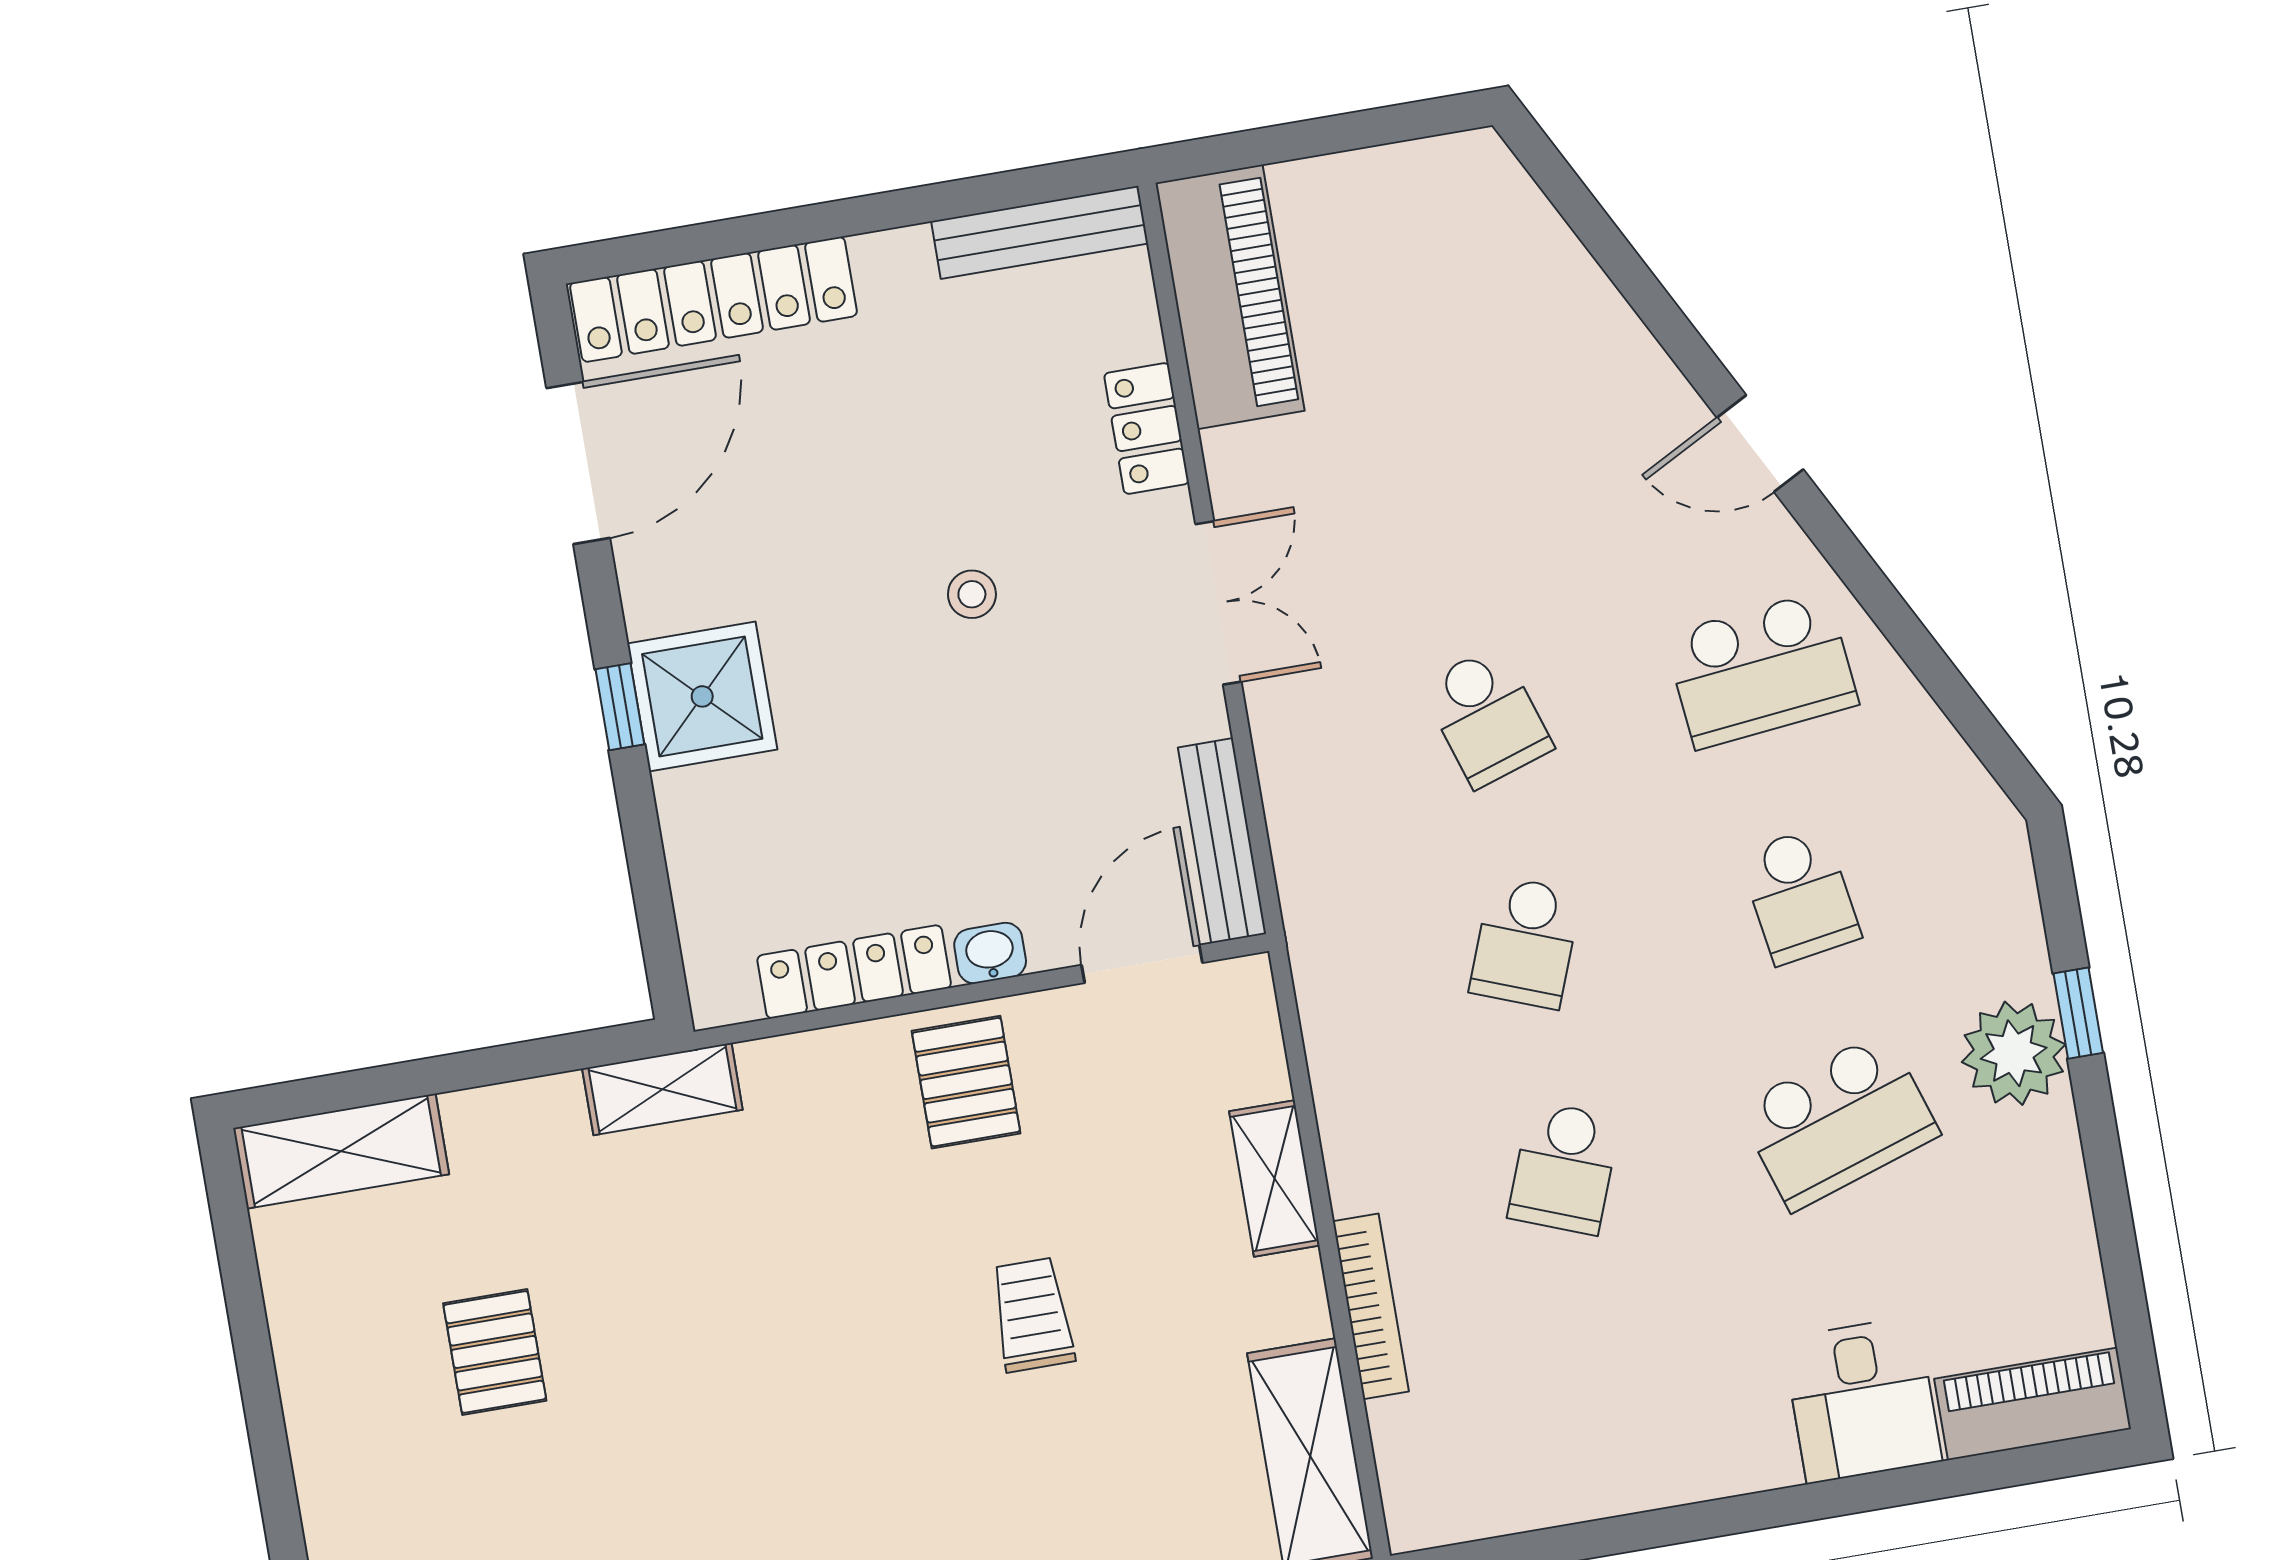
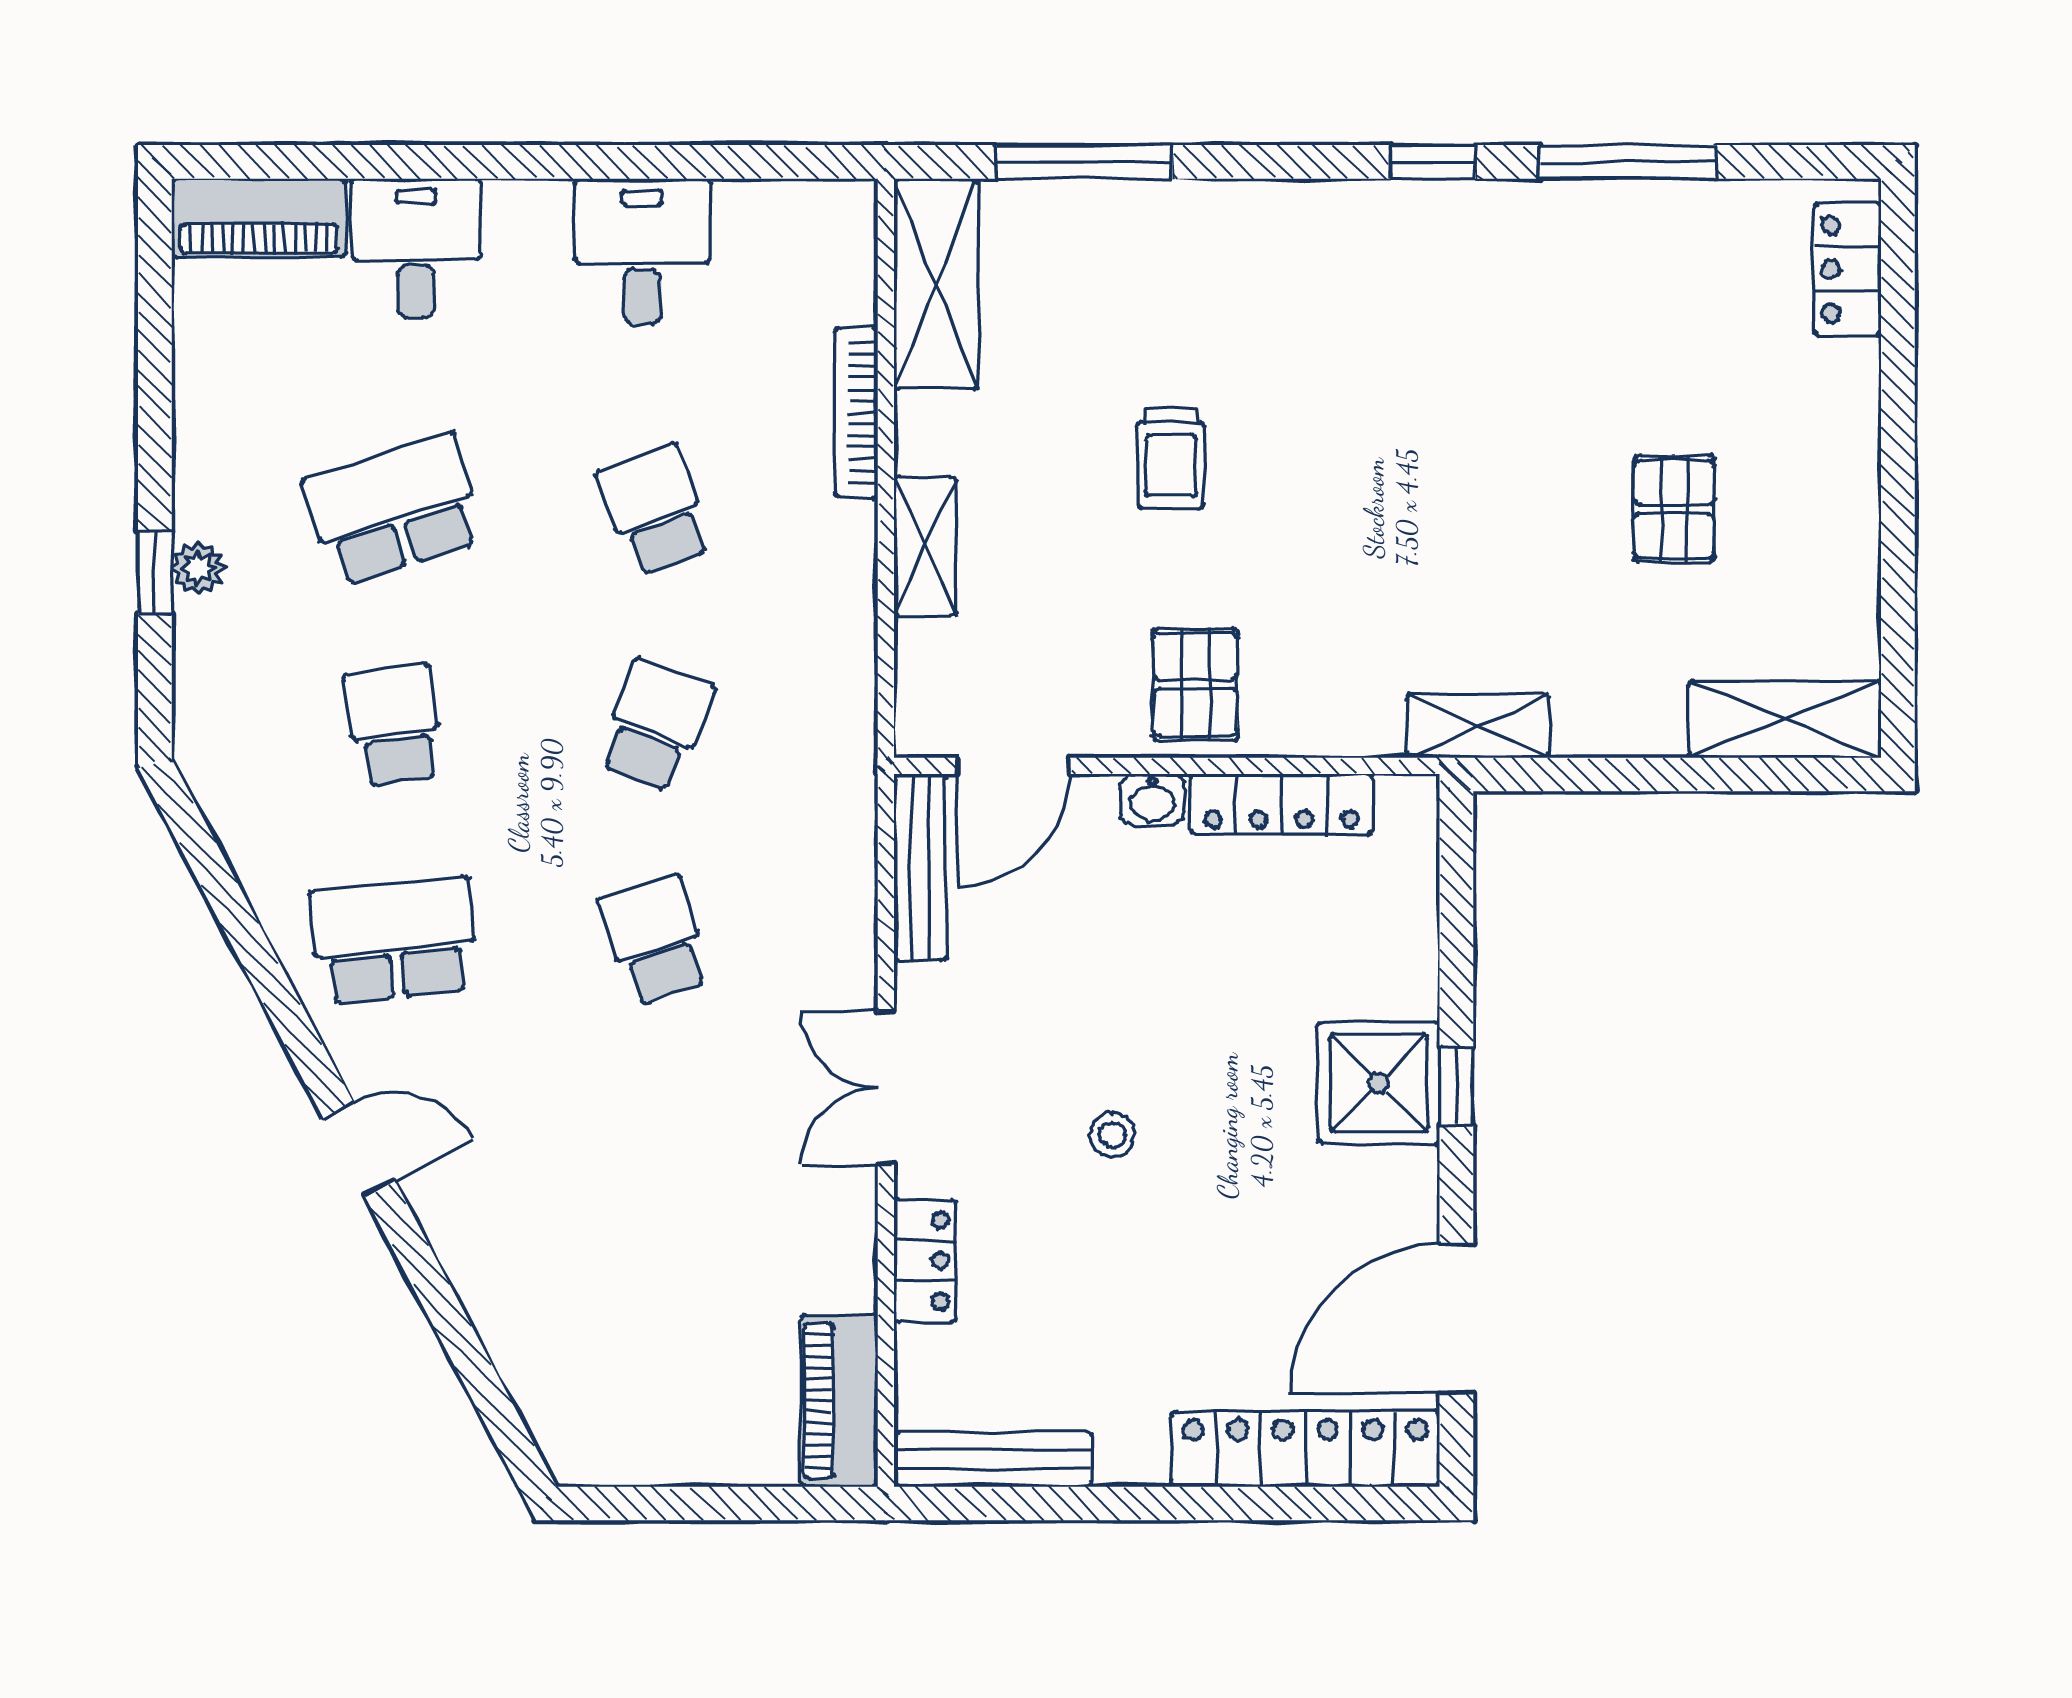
piano: (1230, 297) -> (839, 1401), width x0.73, depth x0.75
plant: (2014, 1053) -> (198, 568), width x0.53, depth x0.53
school desk: (1564, 1168) -> (655, 510), turned -42
desk: (1624, 1437) -> (642, 251), added

